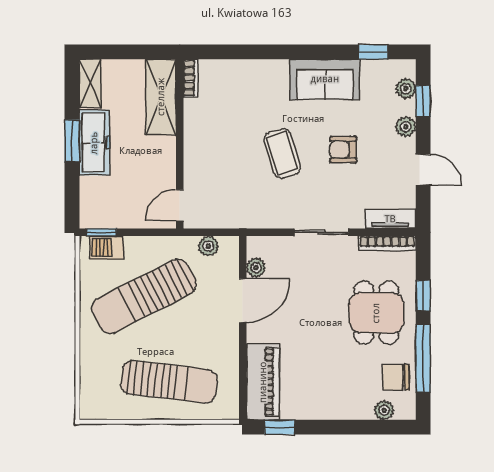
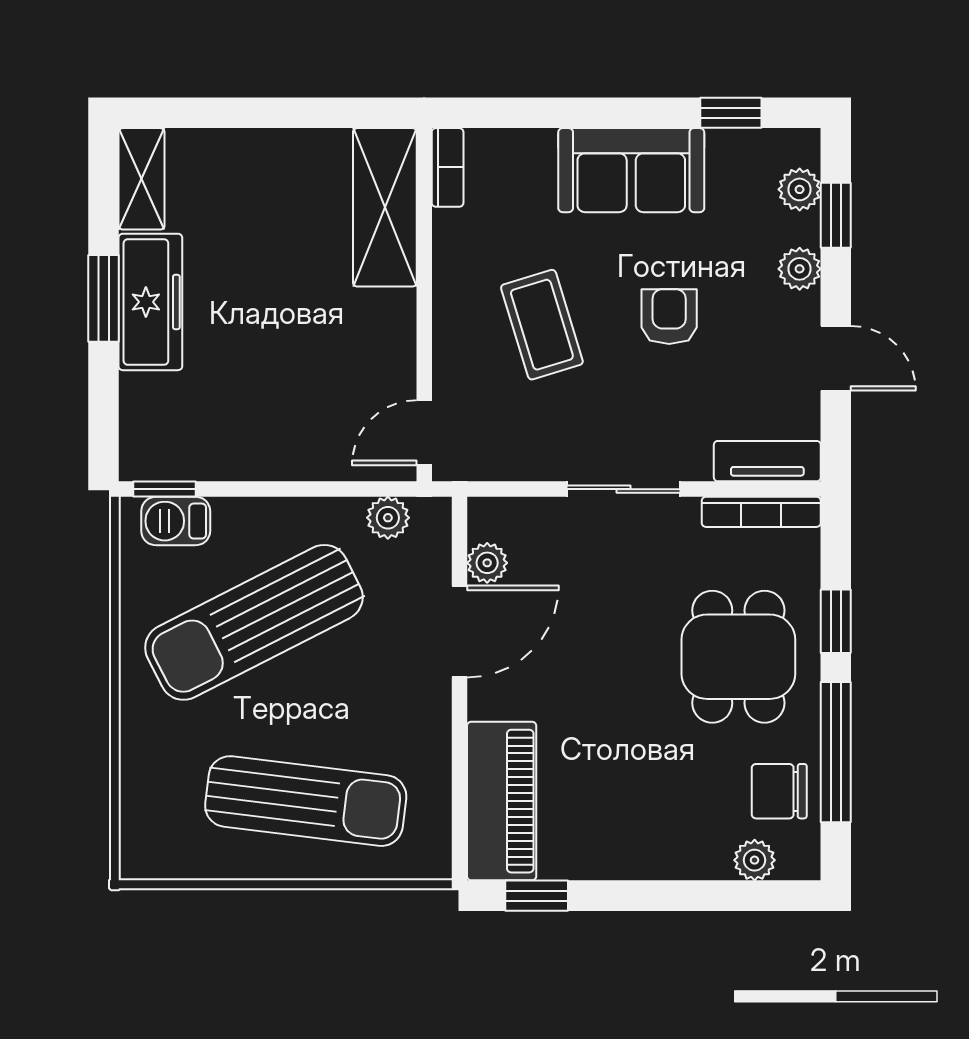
bookcase: (191, 78) -> (448, 167), moved
shelving: (161, 97) -> (385, 207), moved
wall: (180, 144) -> (424, 305), moved
armchair: (343, 150) -> (669, 317), turned 90
door: (180, 205) -> (424, 433), moved

